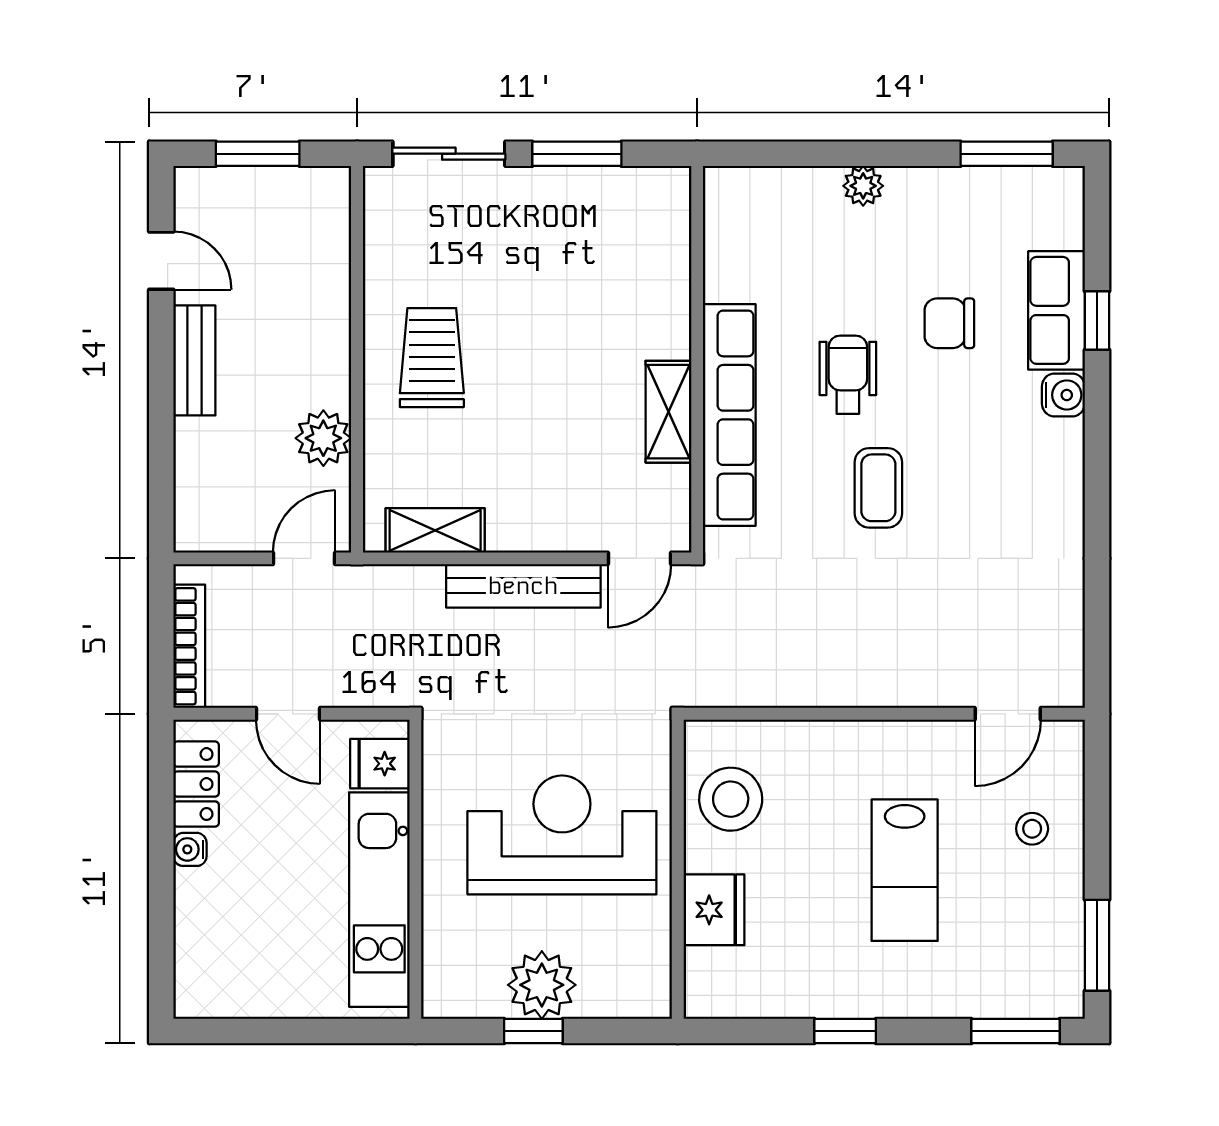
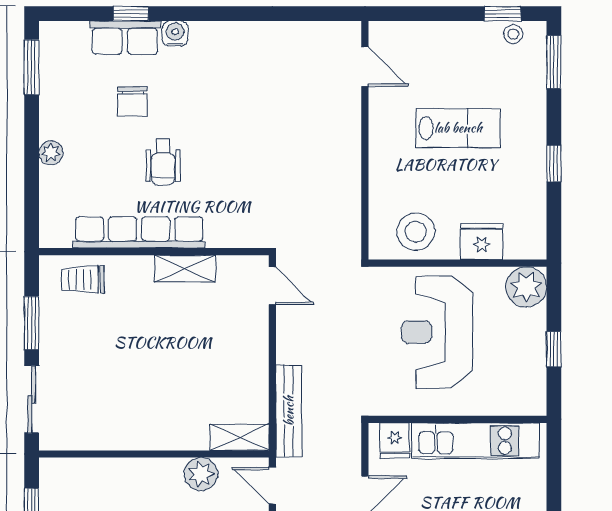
trolley: (432, 358) -> (83, 279), moved, width x0.73, depth x0.72
wheelchair: (848, 375) -> (163, 162), turned -90
row of seats: (729, 415) -> (139, 232), moved
coffee table: (878, 488) -> (230, 144), removed
shelving: (435, 530) -> (240, 437), moved, turned 90
bench: (523, 586) -> (289, 411), moved
stool: (1032, 829) -> (513, 34), moved
window: (1097, 945) -> (503, 14), width x0.67
plant: (542, 985) -> (526, 287), moved

